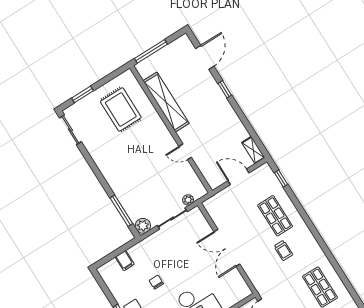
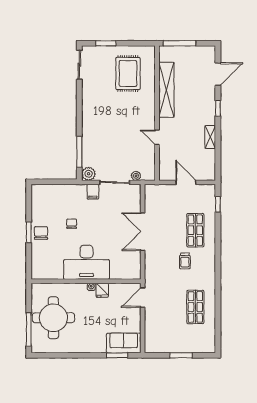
shelving: (253, 150) -> (210, 137), moved
filing cabinet: (125, 261) -> (93, 192), moved

